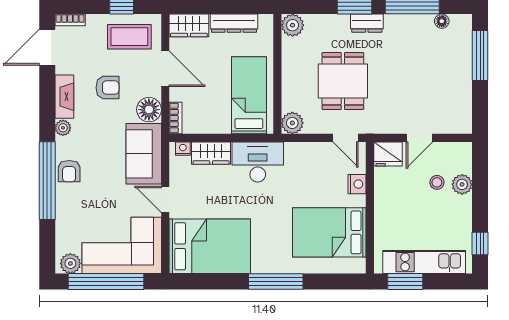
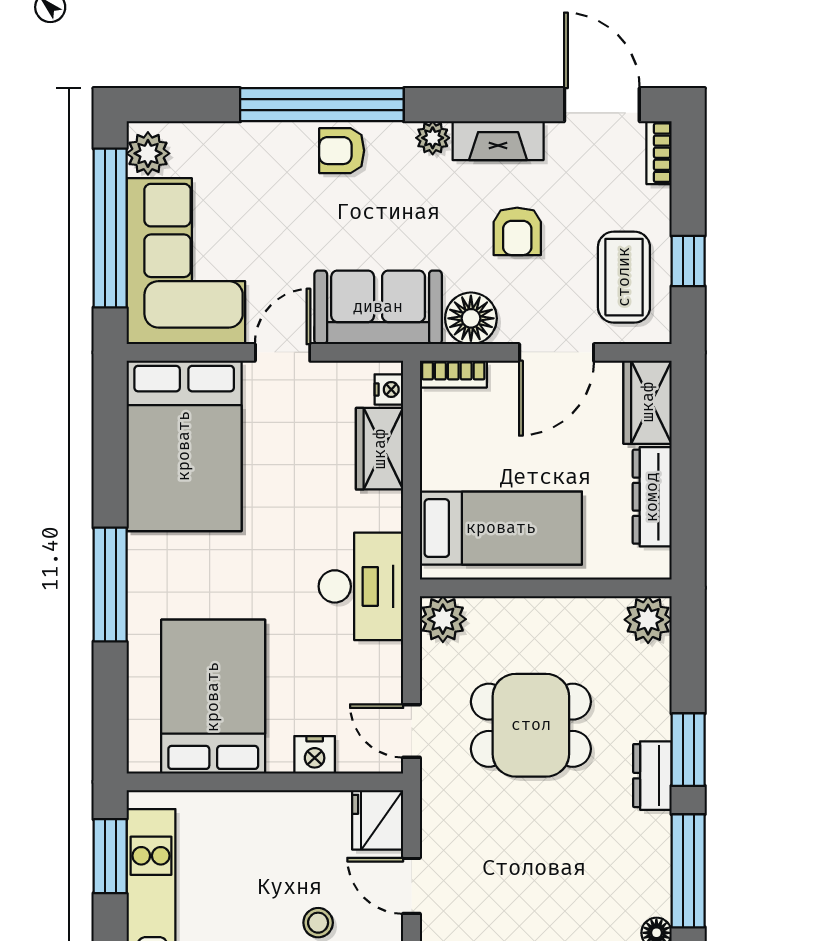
door: (346, 138) -> (411, 731), hinge flipped
desk: (258, 162) -> (361, 586), moved

